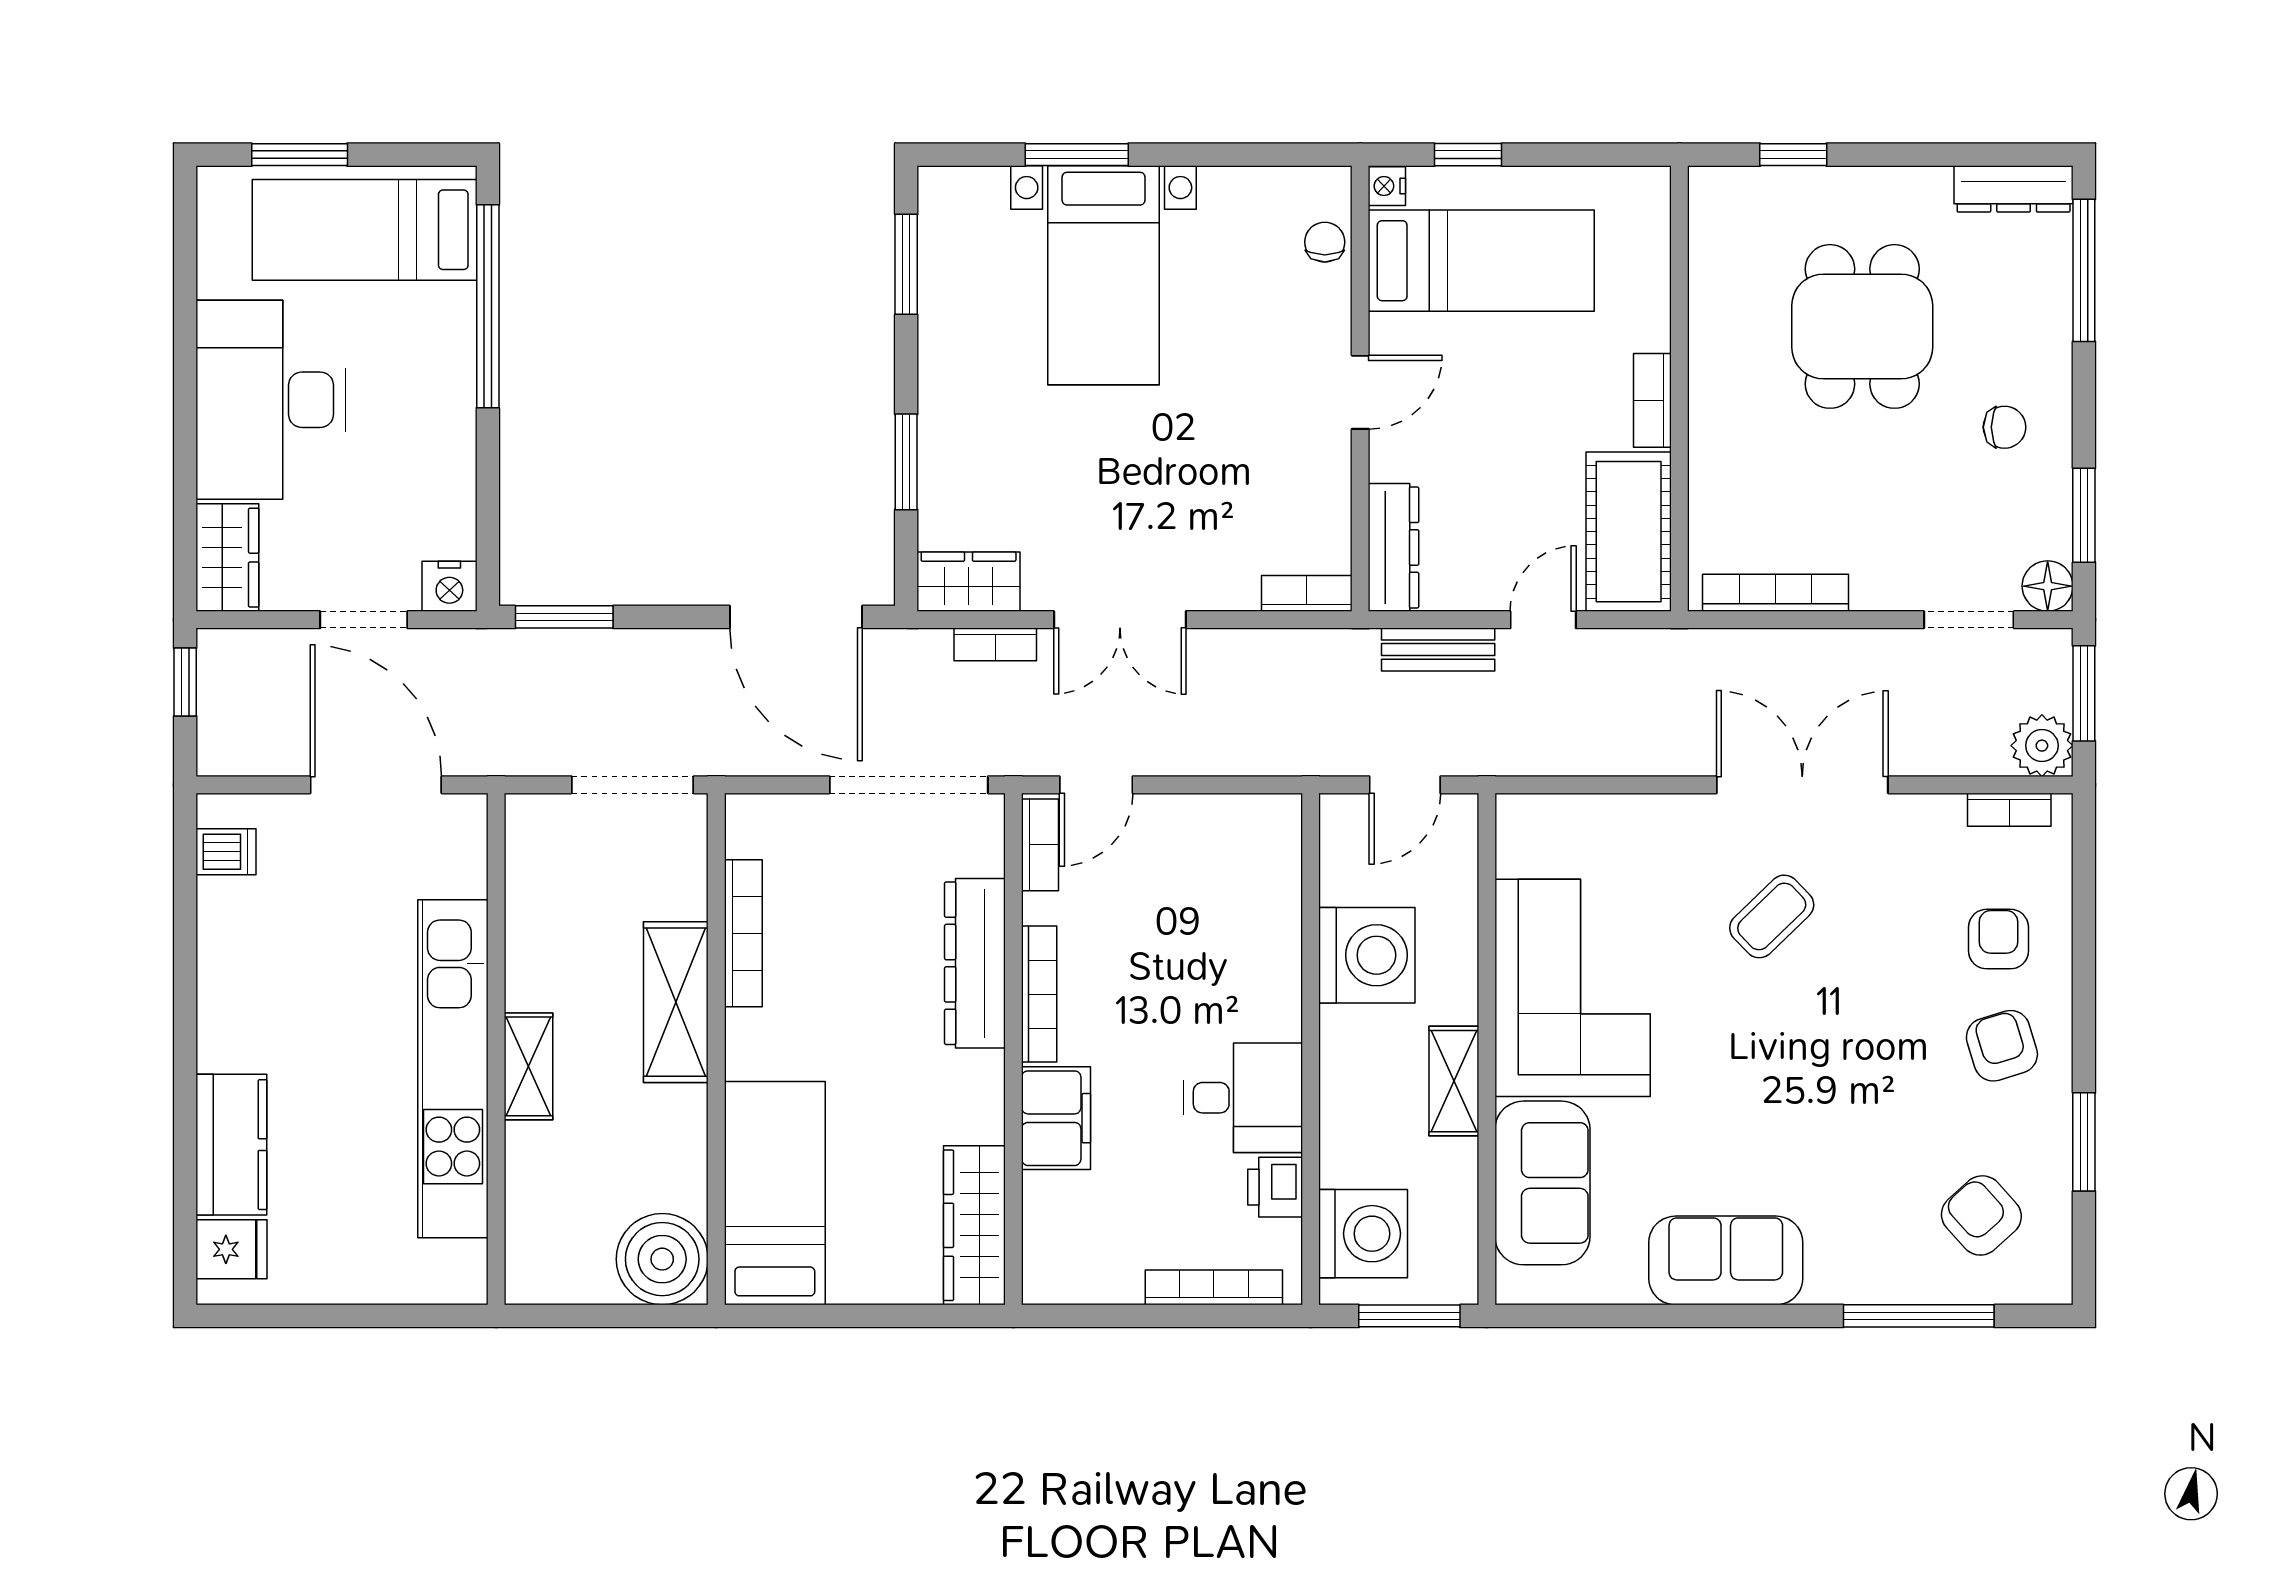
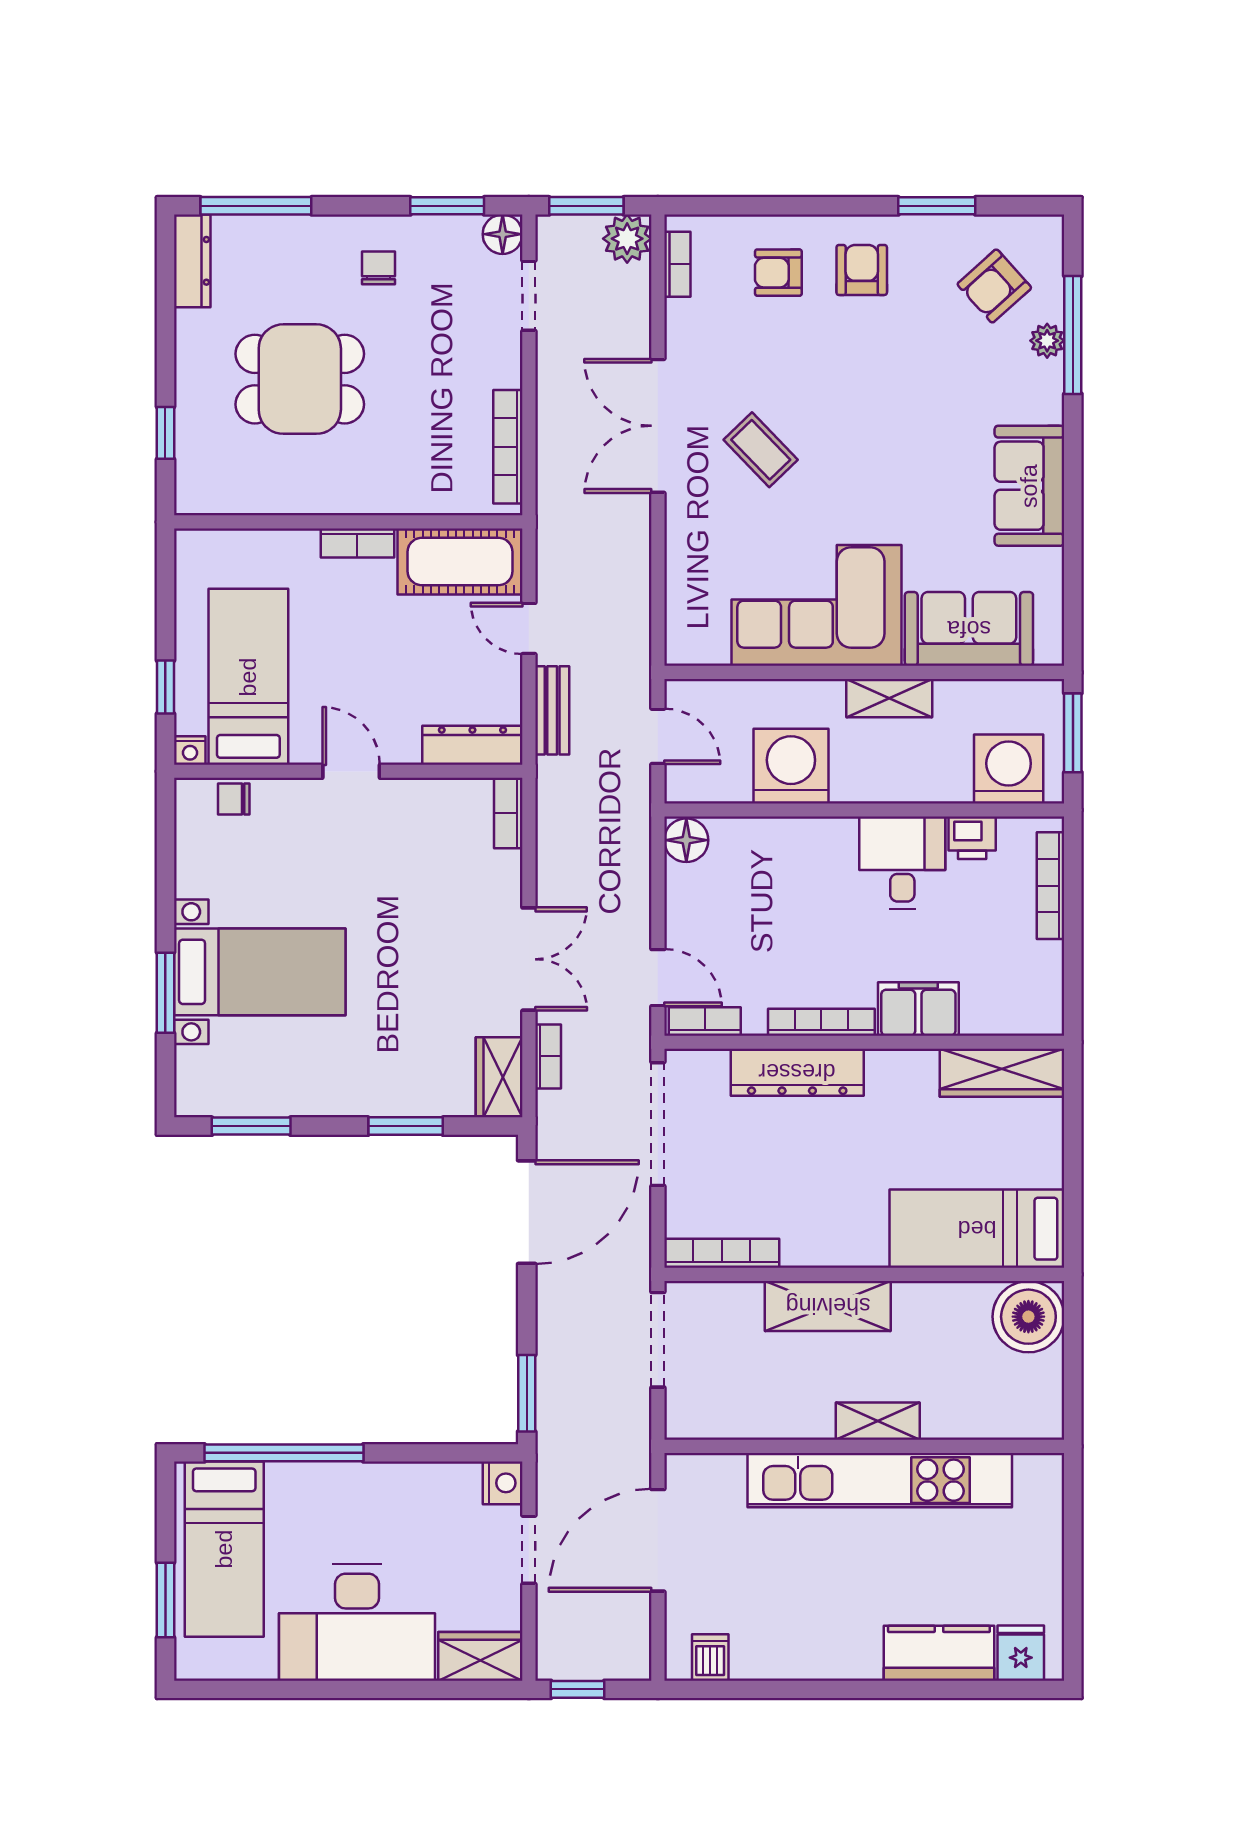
floor lamp: (1272, 821) -> (686, 840), added
bookcase: (743, 933) -> (722, 1253), moved
armchair: (2002, 1046) -> (862, 270), turned 107
plant: (1911, 1283) -> (1047, 341), added

